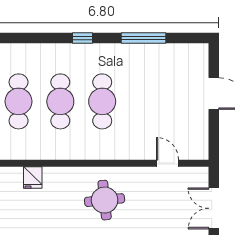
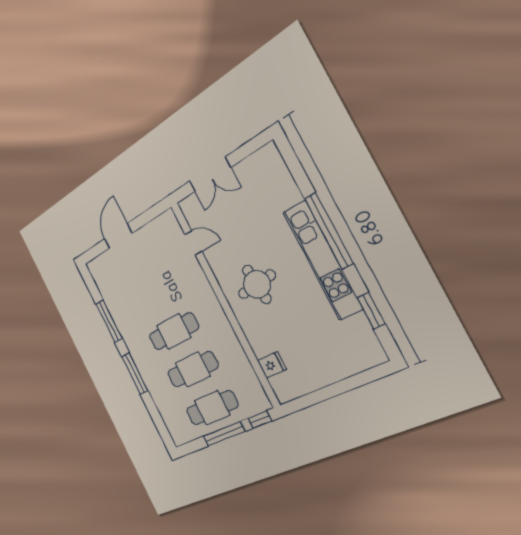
window: (82, 38) -> (135, 374), width x2.17
door: (167, 163) -> (193, 243), swing flipped

